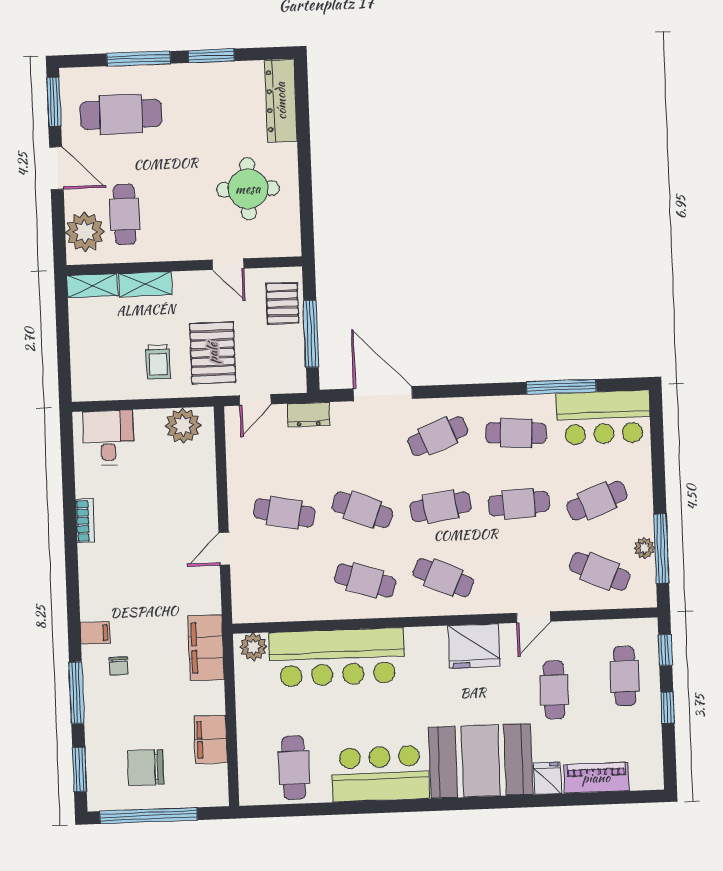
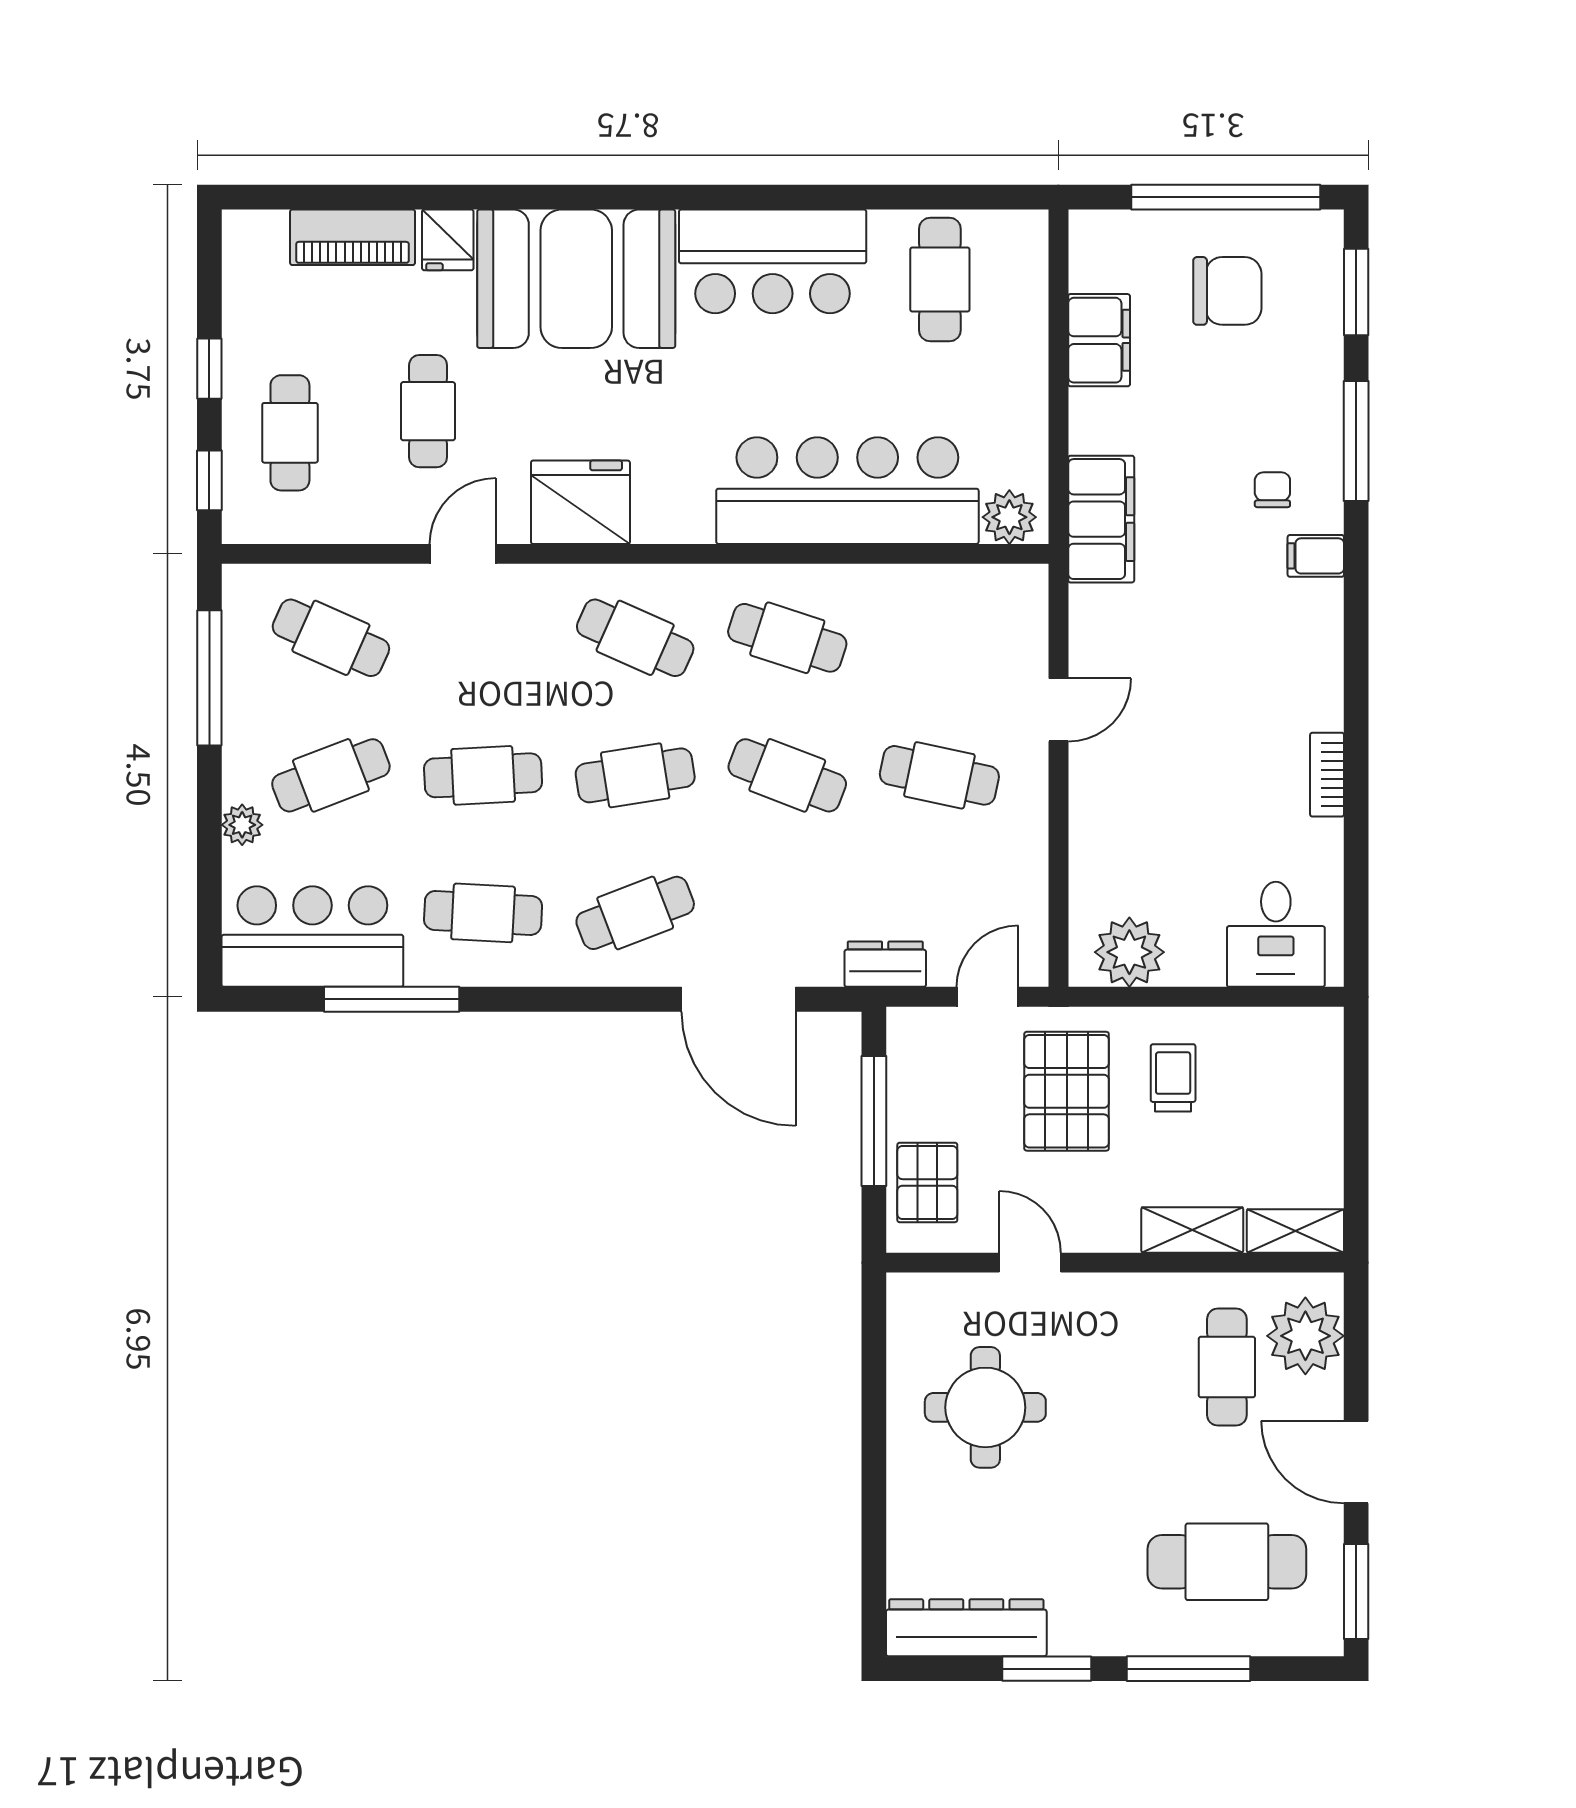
dresser: (281, 101) -> (966, 1628), moved, turned -90
plant: (644, 548) -> (242, 825), moved

